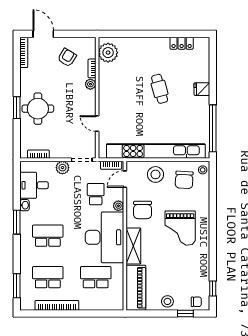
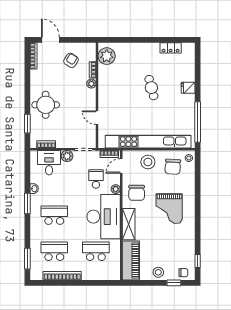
window: (17, 108) -> (27, 124), moved
desk: (34, 185) -> (49, 163), moved, turned 90

